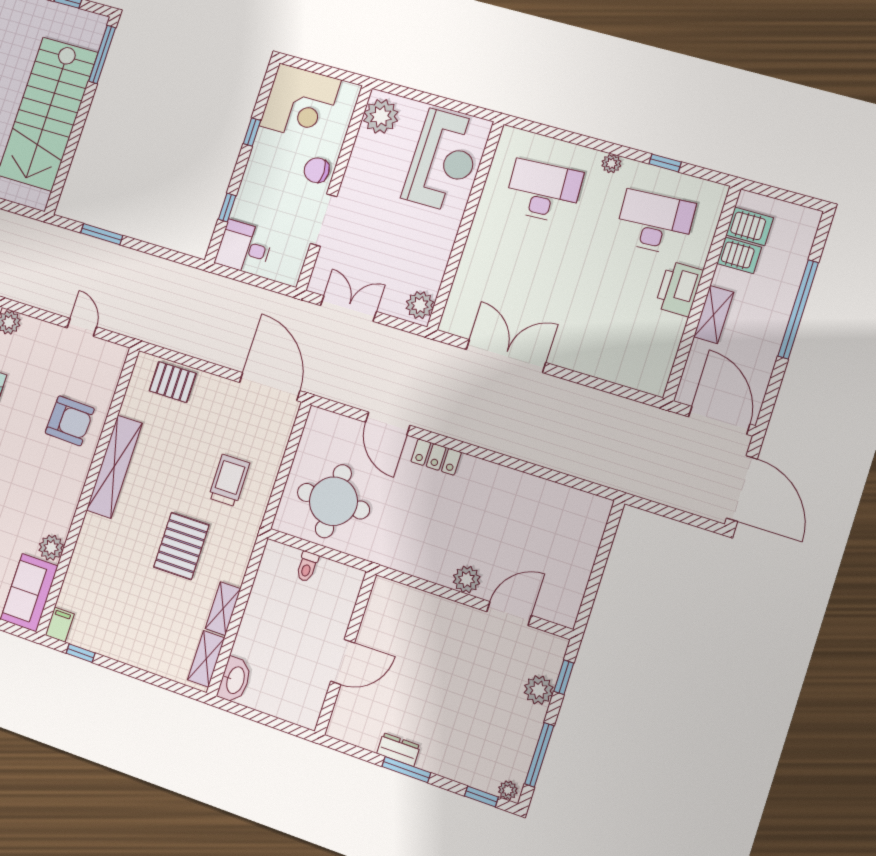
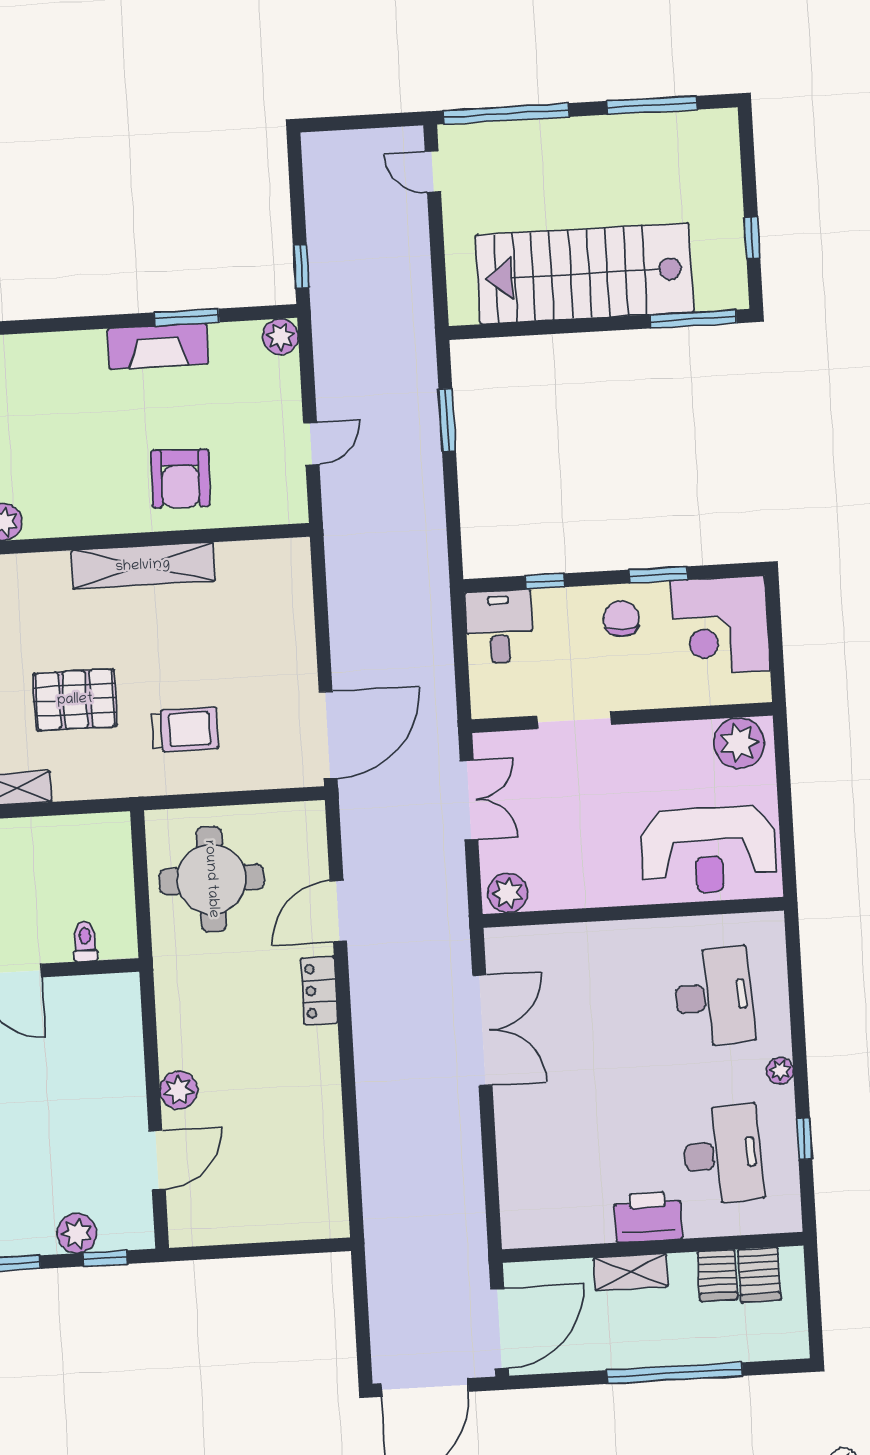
window: (252, 132) -> (658, 575), width x1.50
chair: (317, 170) -> (621, 619), moved
pallet: (173, 382) -> (285, 601), removed
toilet: (307, 567) -> (85, 941), moved, turned 90
door: (509, 614) -> (157, 1160), hinge flipped

